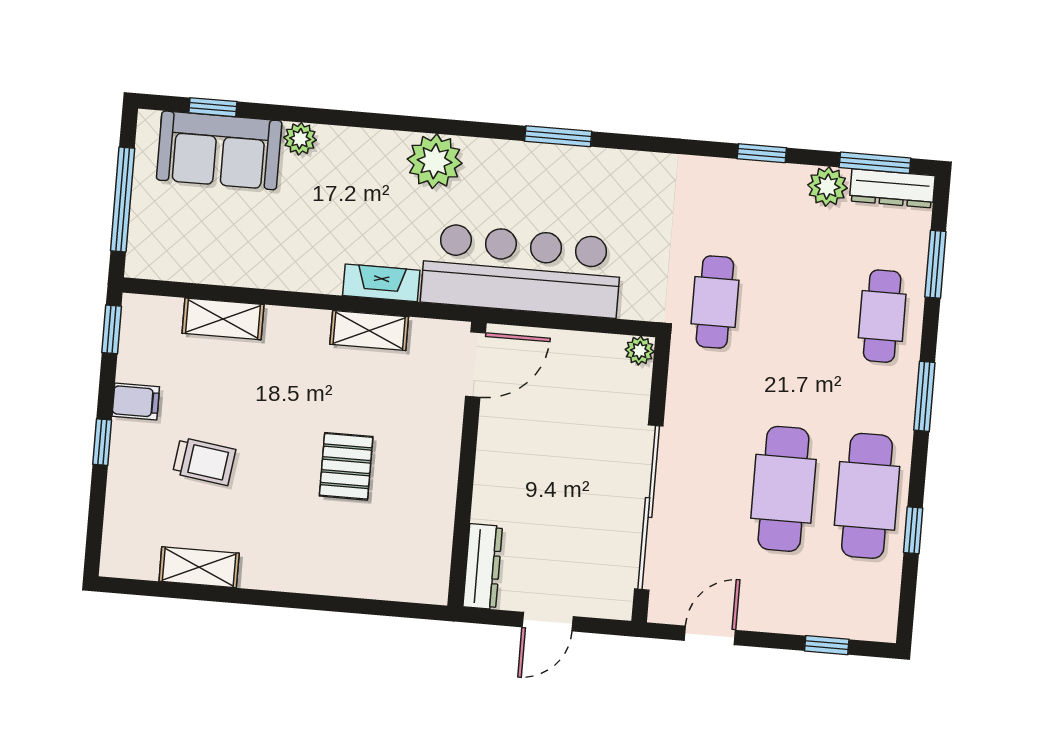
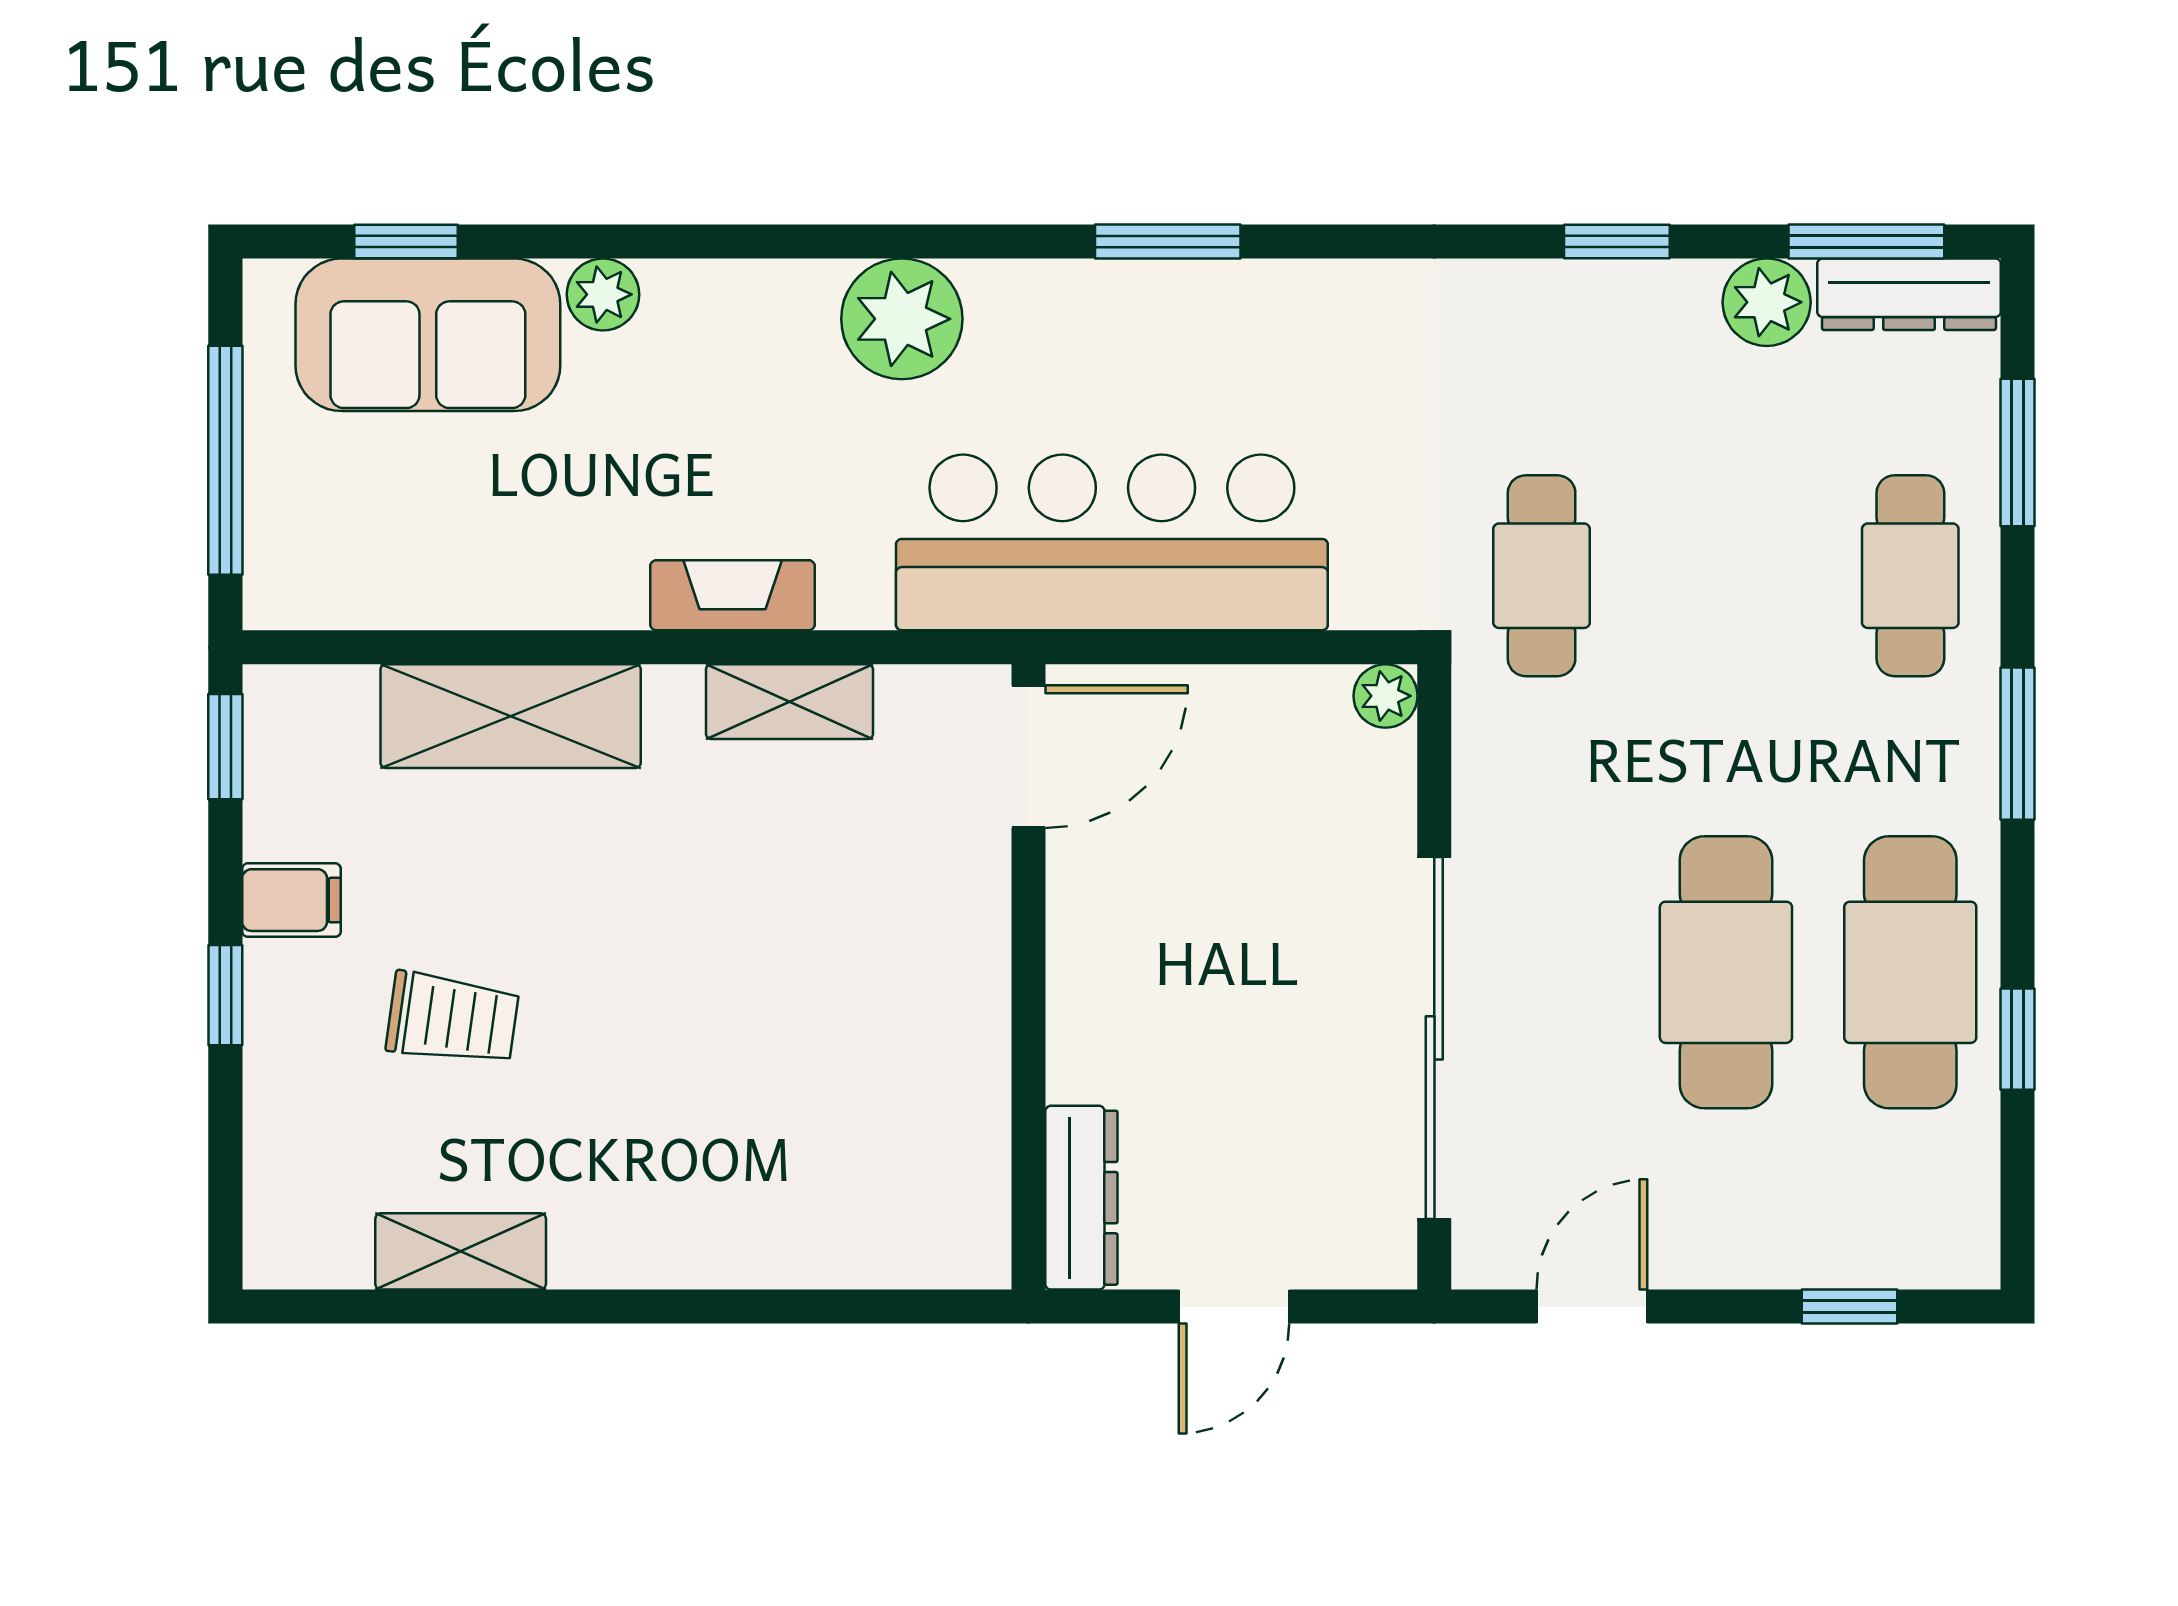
fireplace: (381, 283) -> (733, 595), moved
shelving: (223, 319) -> (511, 716), width x1.50, depth x1.33
pallet: (346, 466) -> (764, 1003), removed

